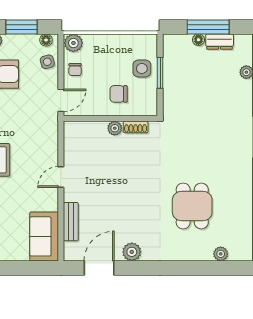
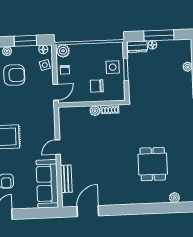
dresser: (220, 42) -> (137, 47), moved
sofa: (44, 236) -> (47, 184), width x1.36
plant: (132, 252) -> (111, 199), removed

